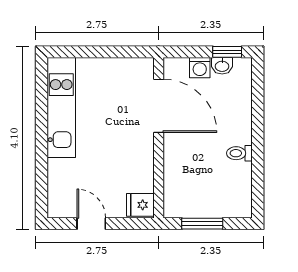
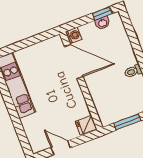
washing machine: (200, 68) -> (74, 35), moved, turned -90

